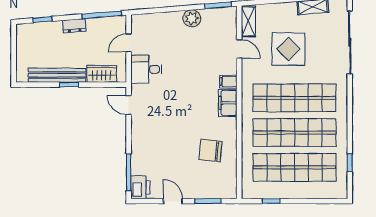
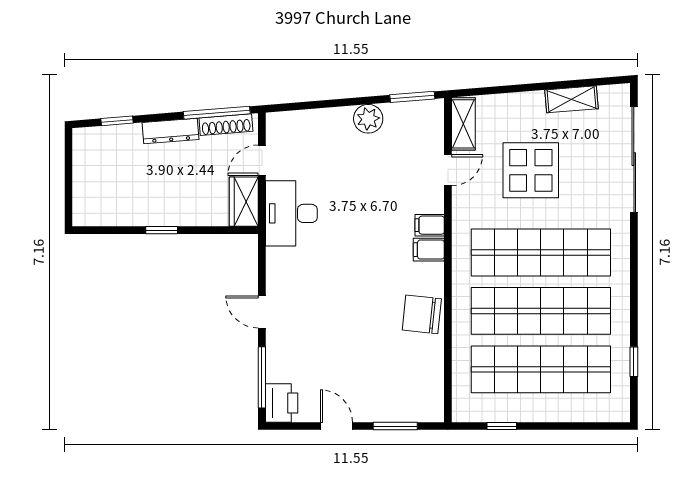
shoe rack: (107, 22) -> (226, 125), added
dresser: (74, 26) -> (170, 131), width x1.44
door: (239, 49) -> (448, 170), hinge flipped
desk: (146, 69) -> (291, 213), width x1.37
wardrobe: (102, 74) -> (244, 202), moved, turned -90
bench: (57, 75) -> (142, 214), removed
filing cabinet: (228, 103) -> (429, 250), width x0.50
door: (129, 105) -> (262, 312), moved
chair: (210, 151) -> (422, 314), moved

